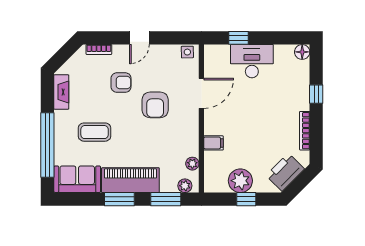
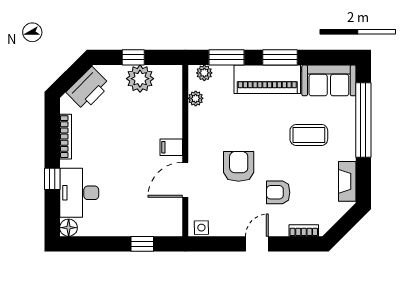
desk: (252, 61) -> (79, 193), moved, turned 90
filing cabinet: (213, 143) -> (171, 147), moved

